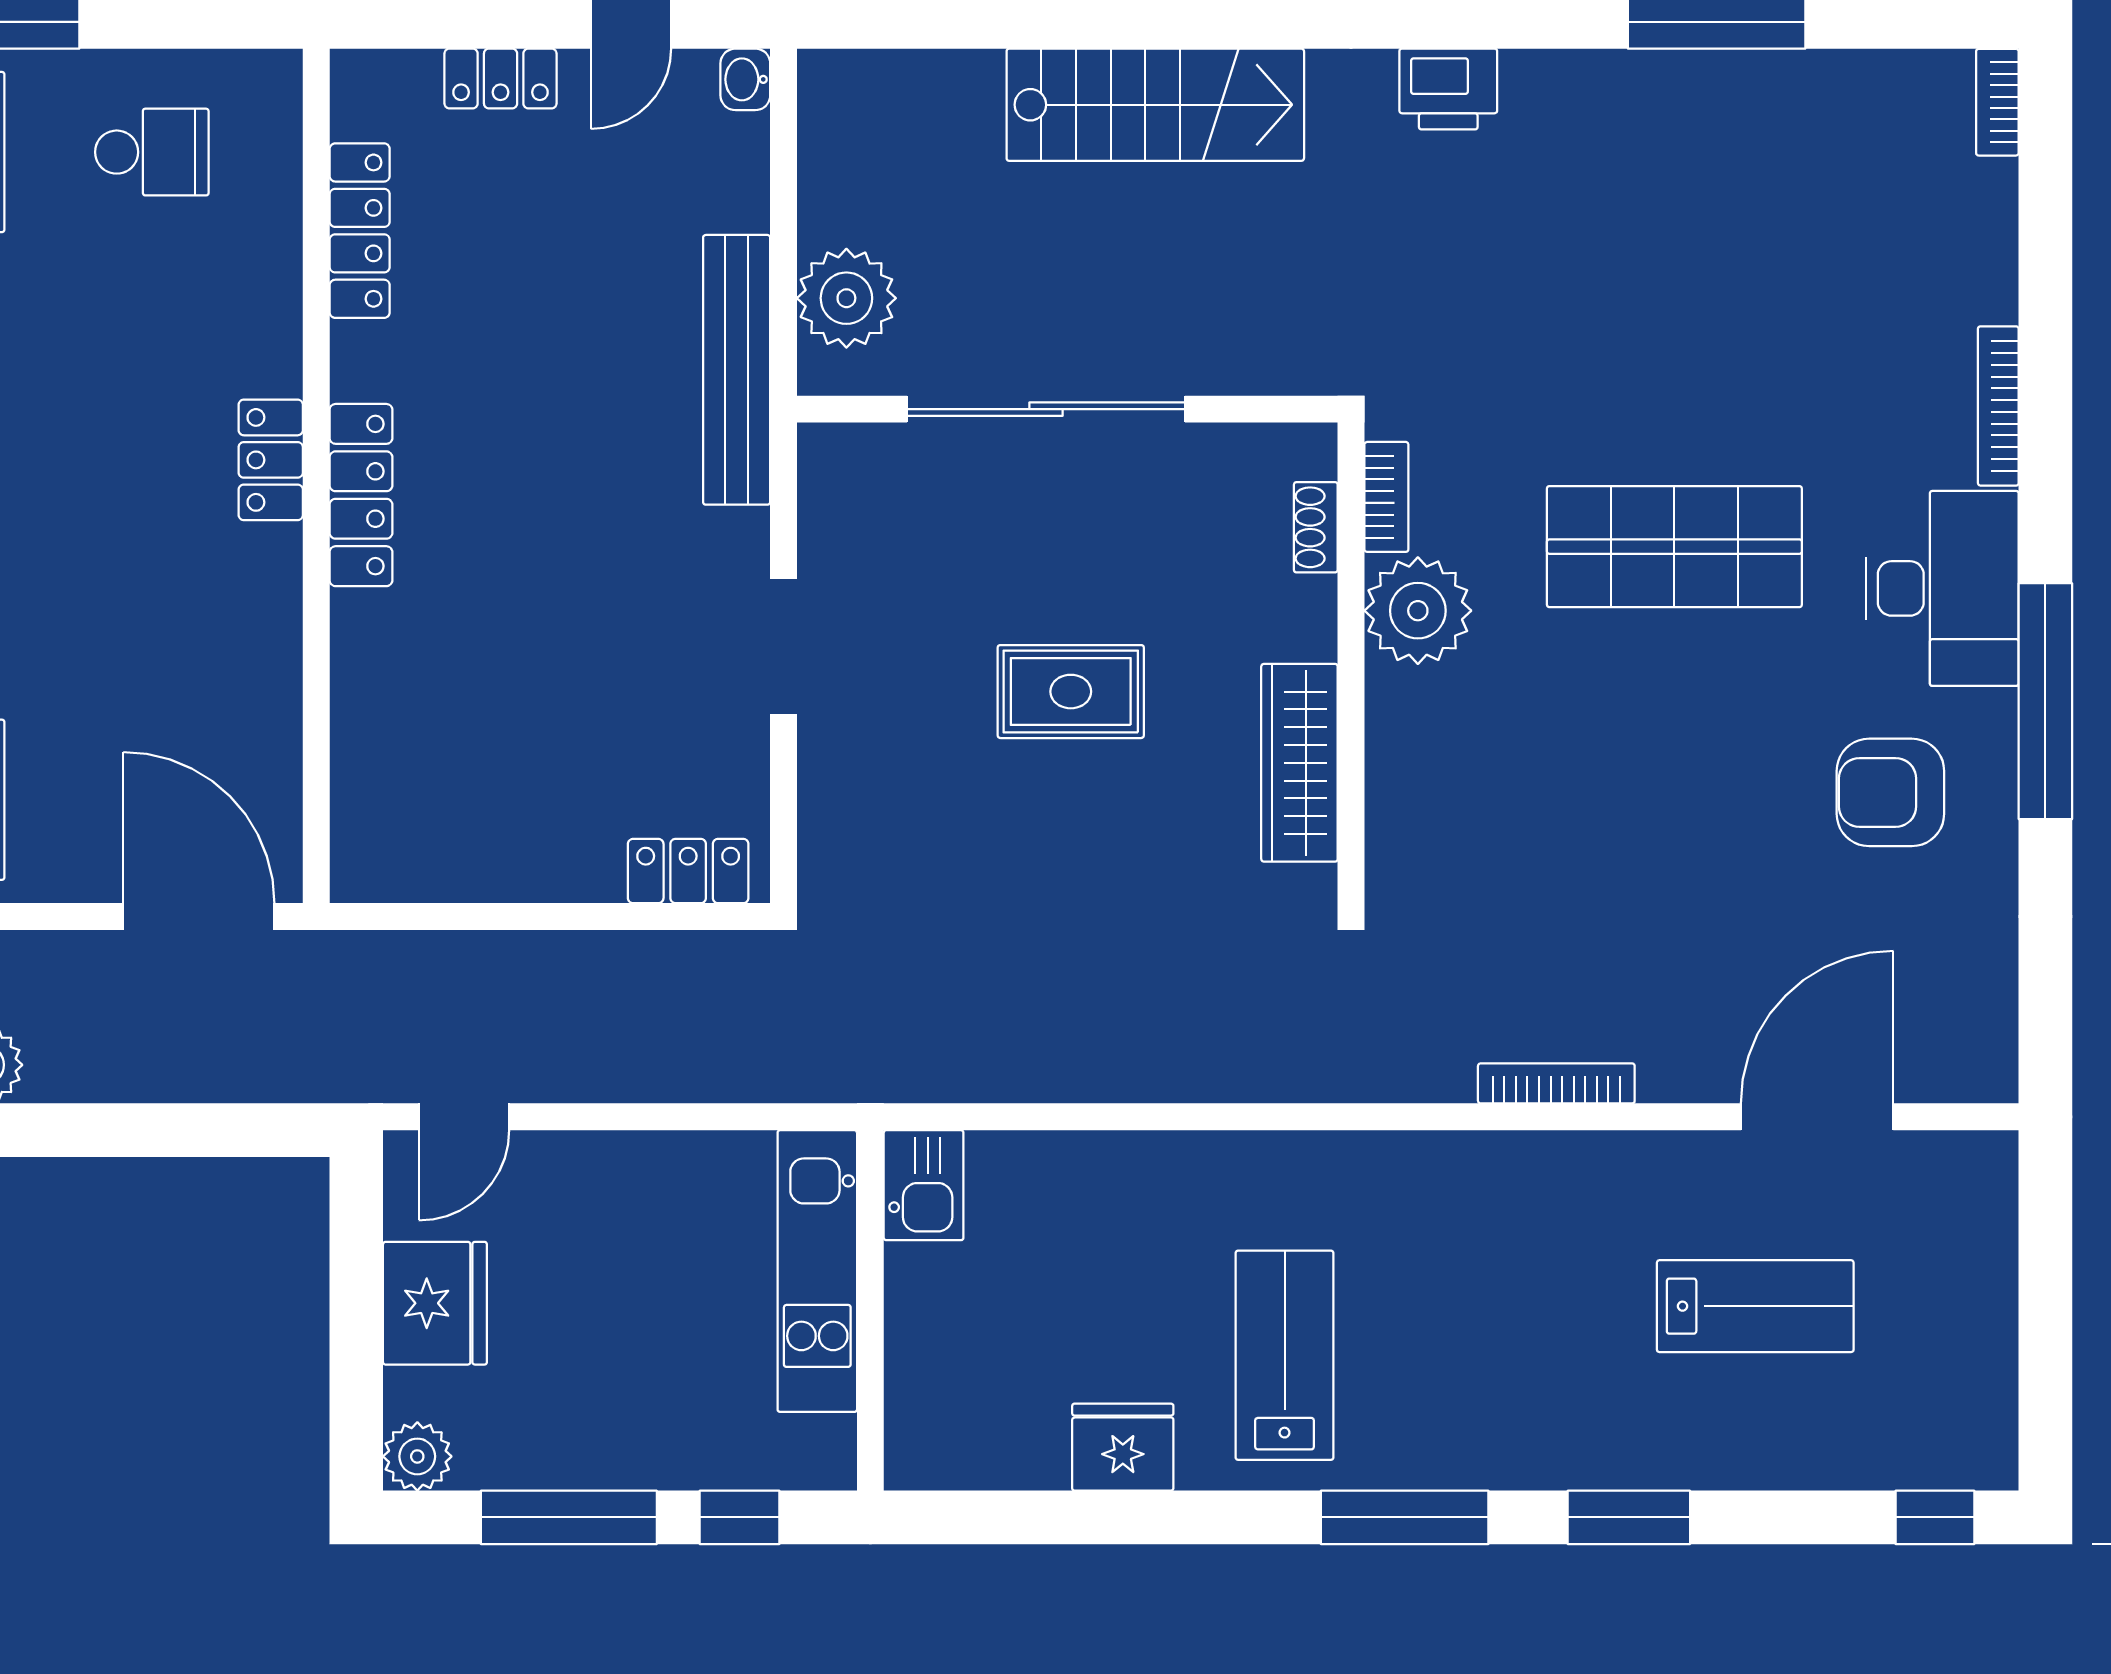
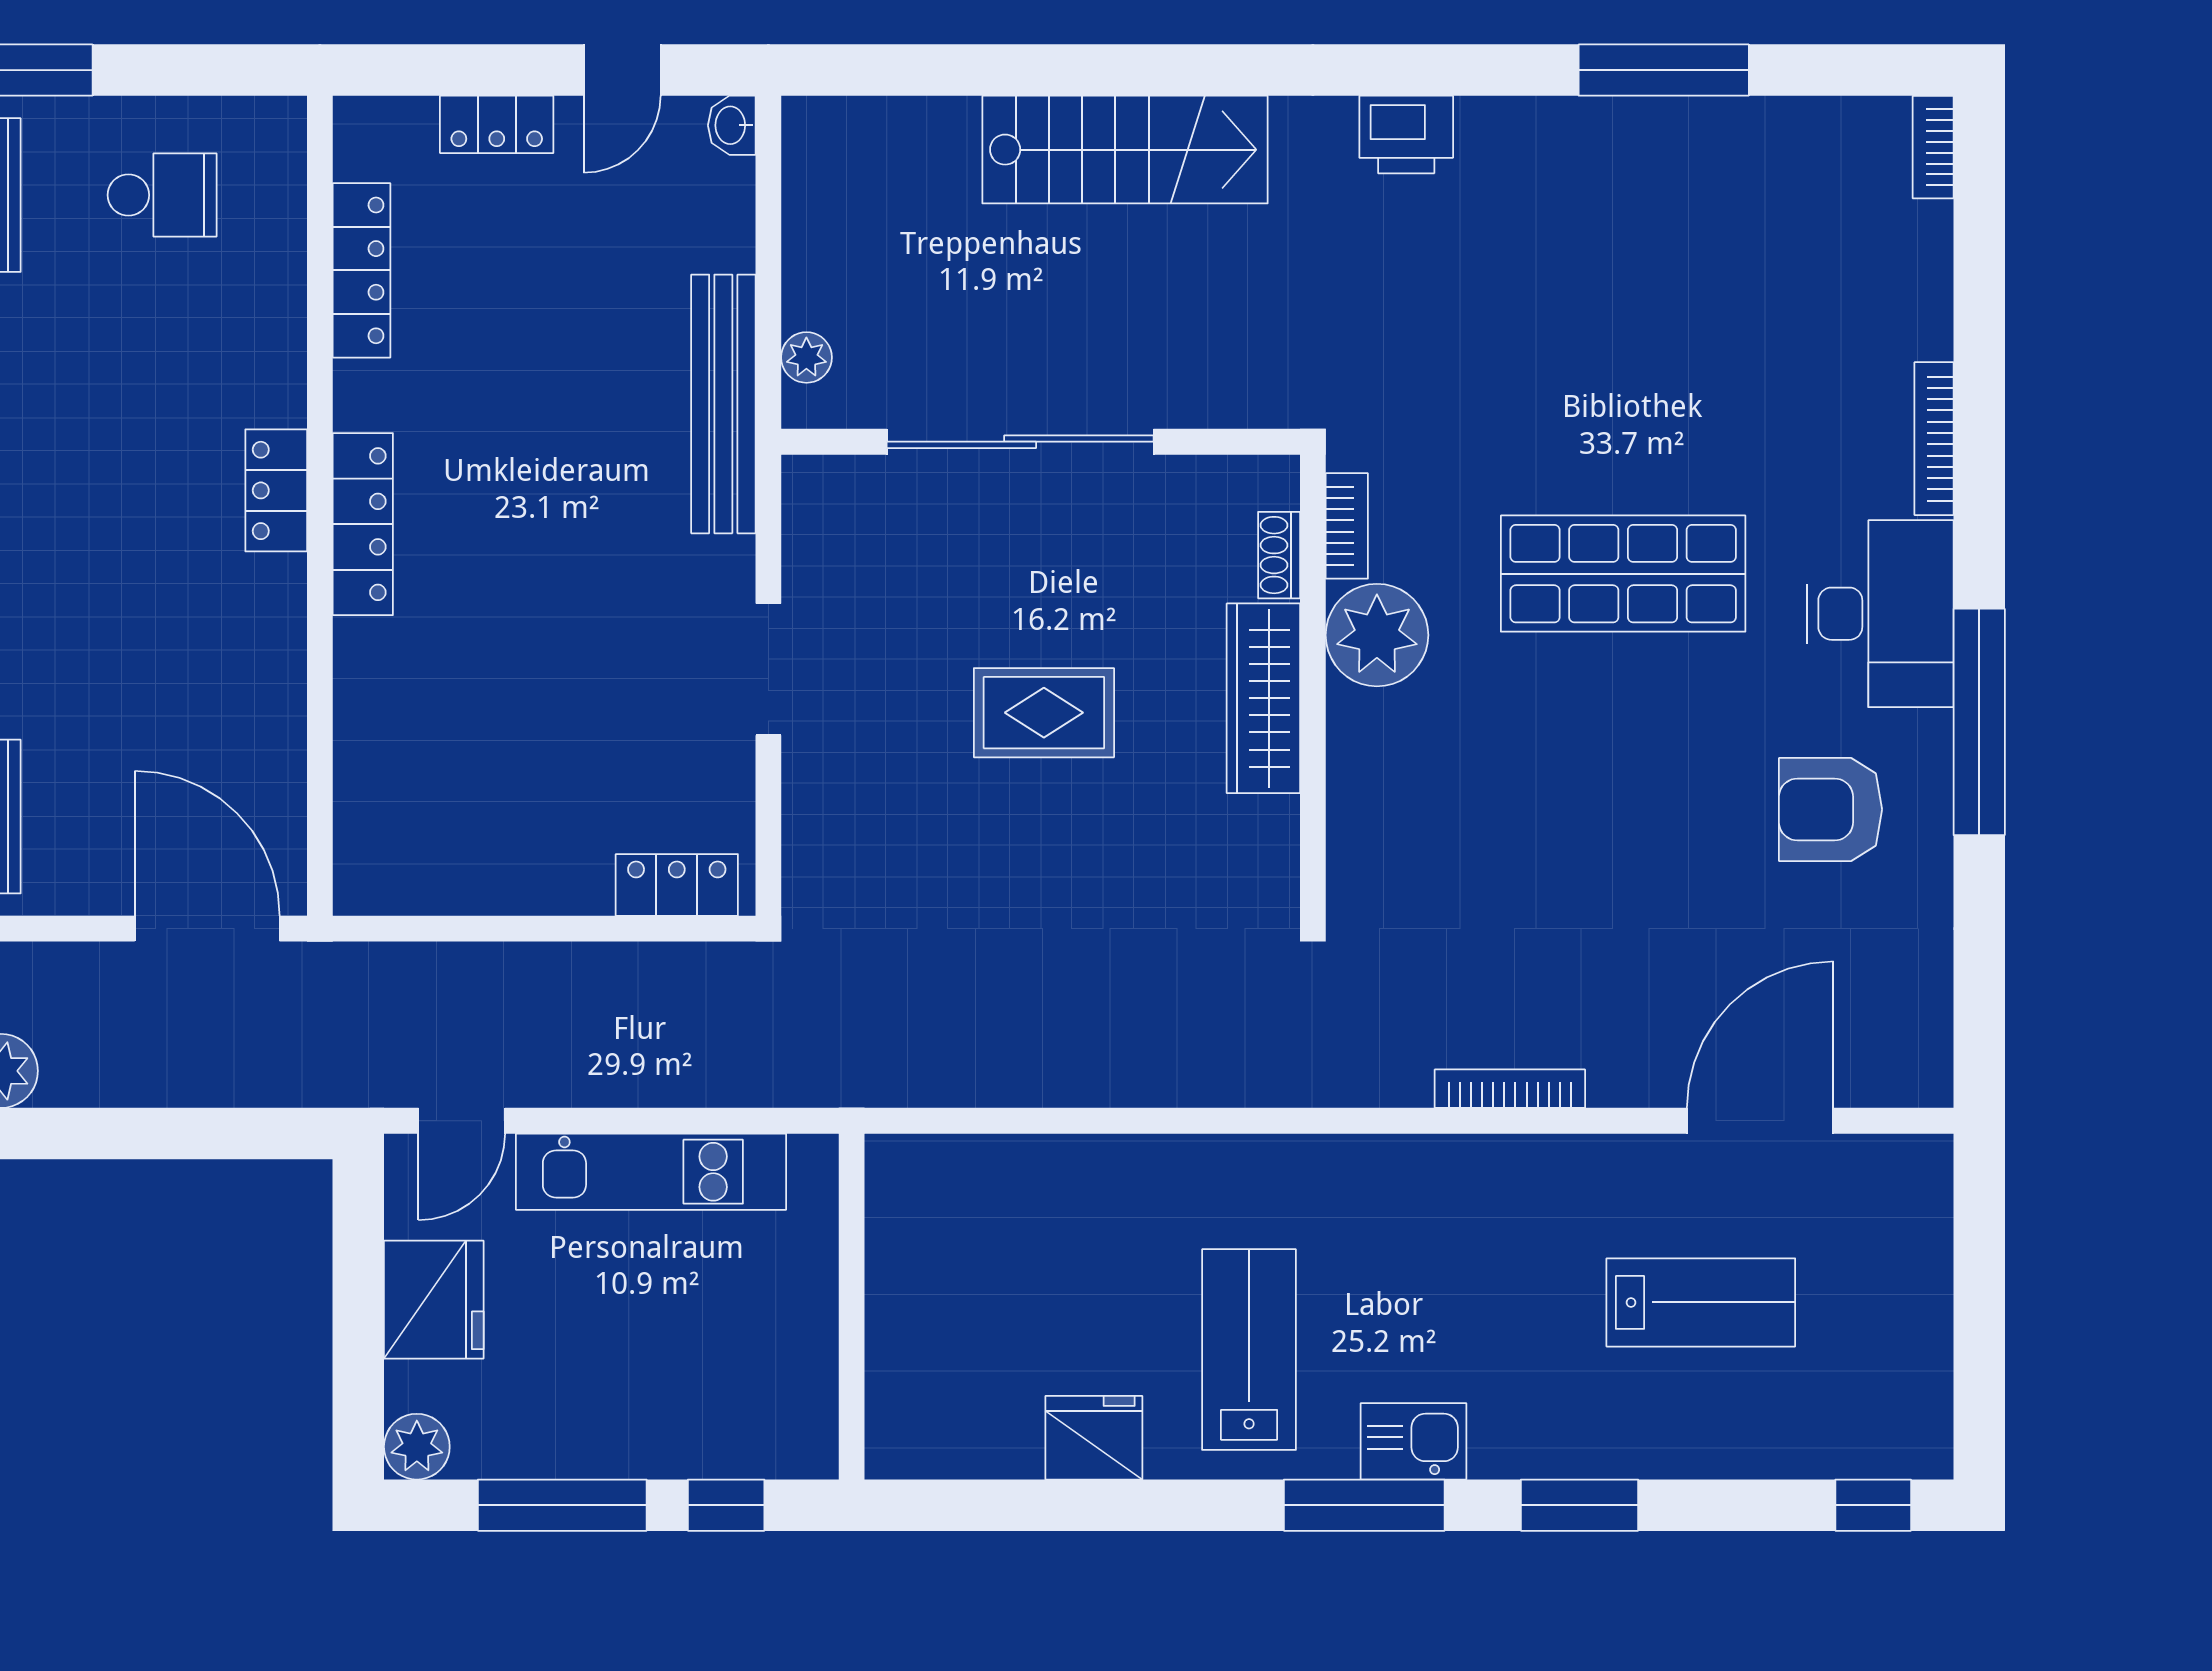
plant: (846, 298) -> (806, 357), width x0.53, depth x0.53
wardrobe: (1299, 763) -> (1263, 698), moved
kitchen sink: (924, 1185) -> (1413, 1441), moved, turned -90
kitchen unit: (817, 1271) -> (651, 1172), moved, turned -90

